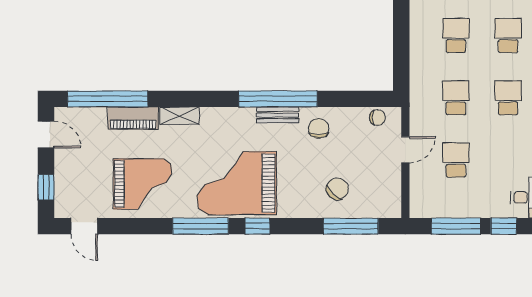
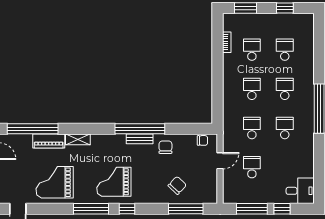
grand piano: (237, 183) -> (114, 182), width x0.73, depth x0.68
grand piano: (143, 184) -> (55, 182), turned 180

